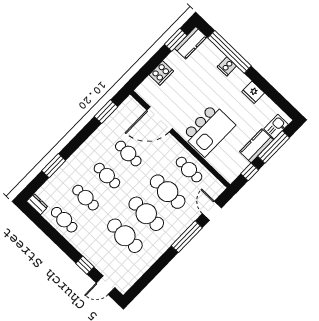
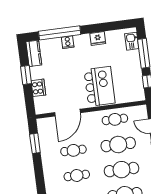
window: (176, 40) -> (26, 75), moved
kitchen counter: (256, 146) -> (134, 64), removed

